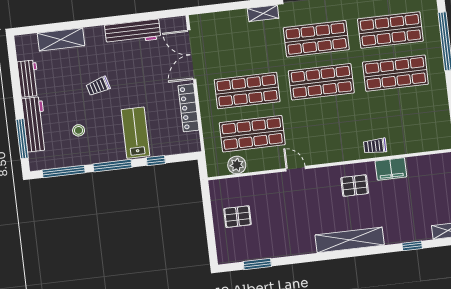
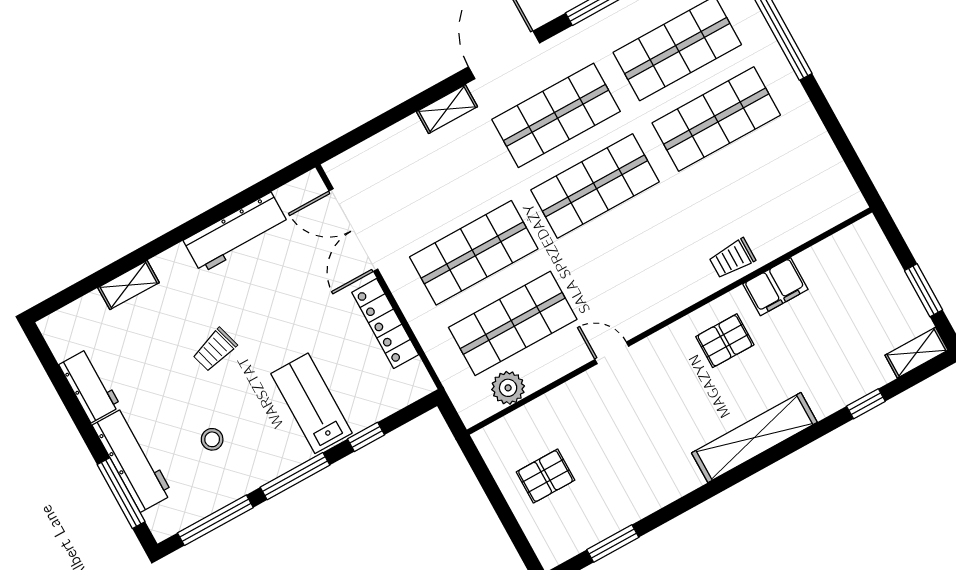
shelving: (61, 39) -> (128, 285), width x0.67, depth x0.75

